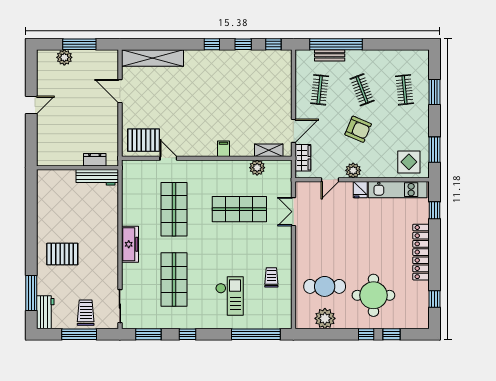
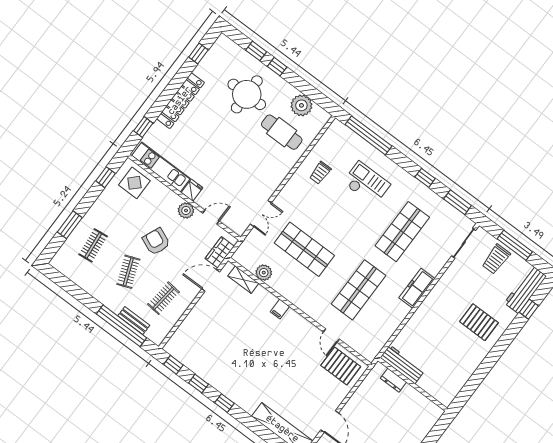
window: (434, 150) -> (106, 177), width x0.67
window: (31, 293) -> (529, 309), width x0.46
checkout: (230, 296) -> (366, 183), turned 90
workbench: (45, 312) -> (525, 290), width x1.37

